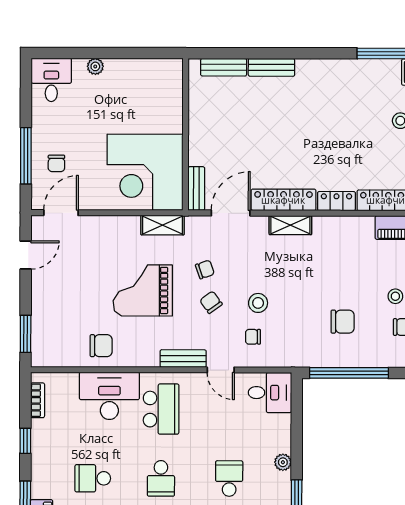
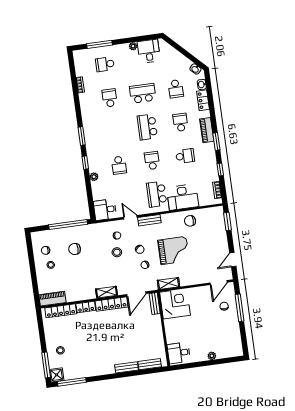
desk: (51, 80) -> (179, 353), moved, turned 90
corner desk: (145, 172) -> (175, 304), width x0.74, depth x0.74

